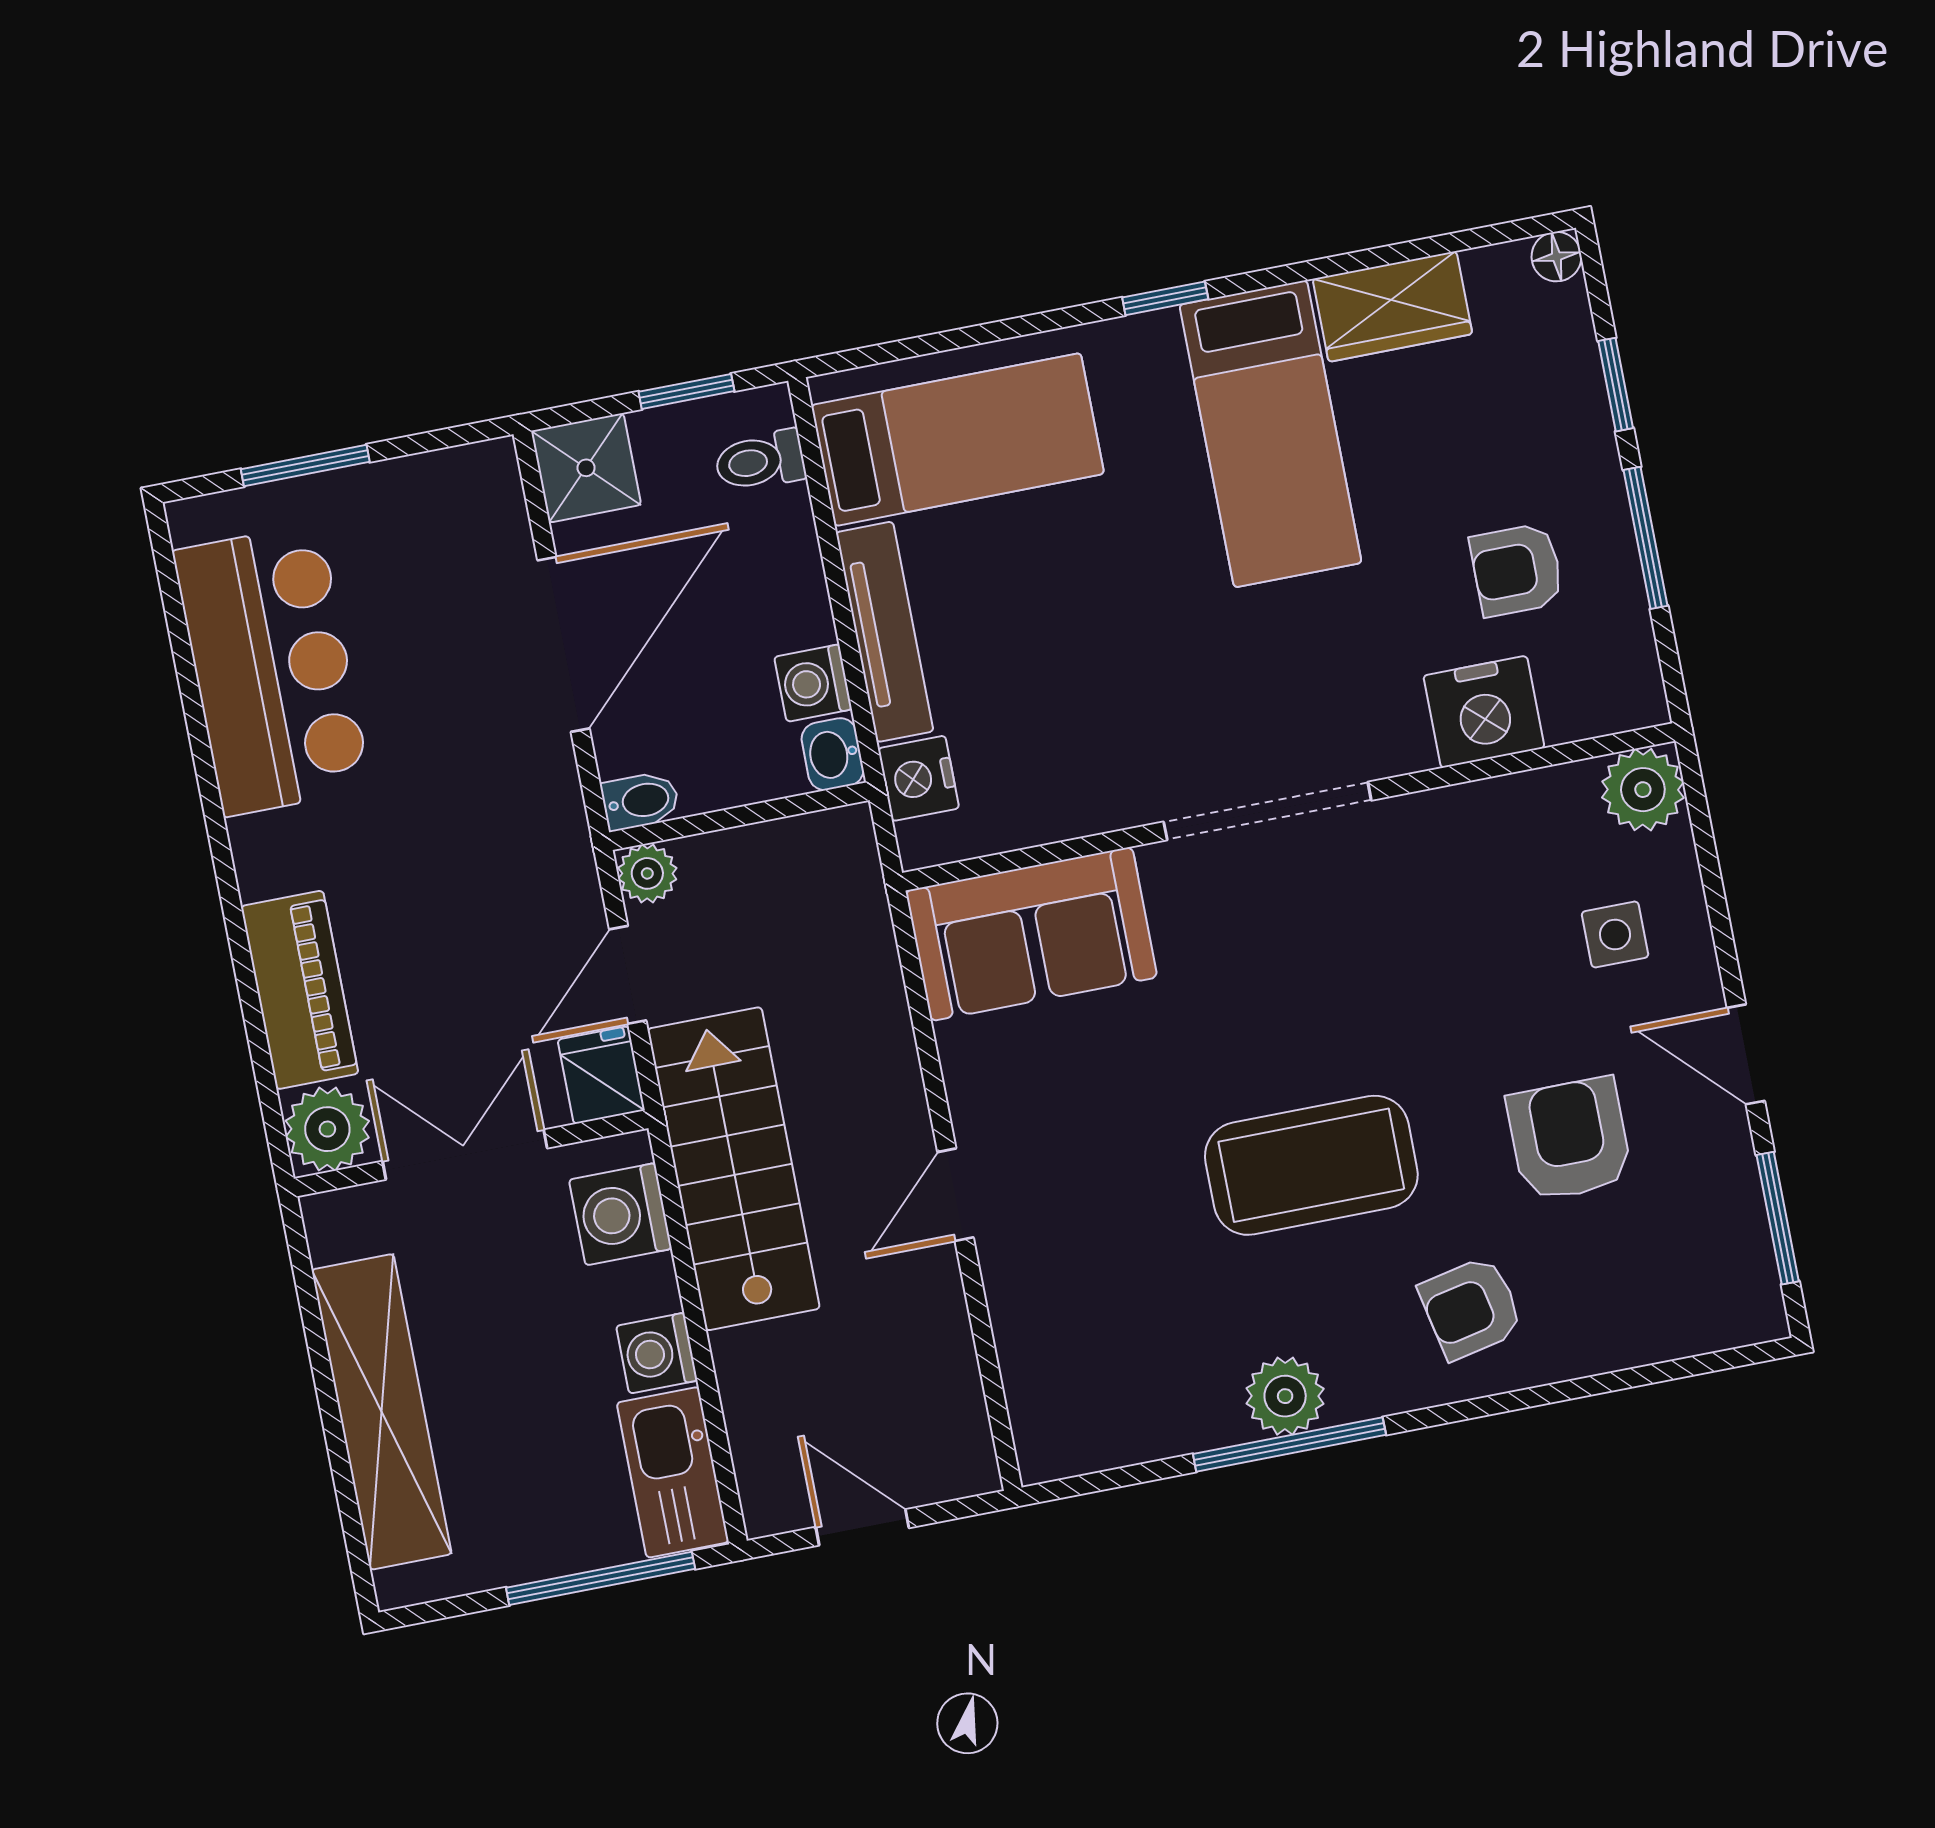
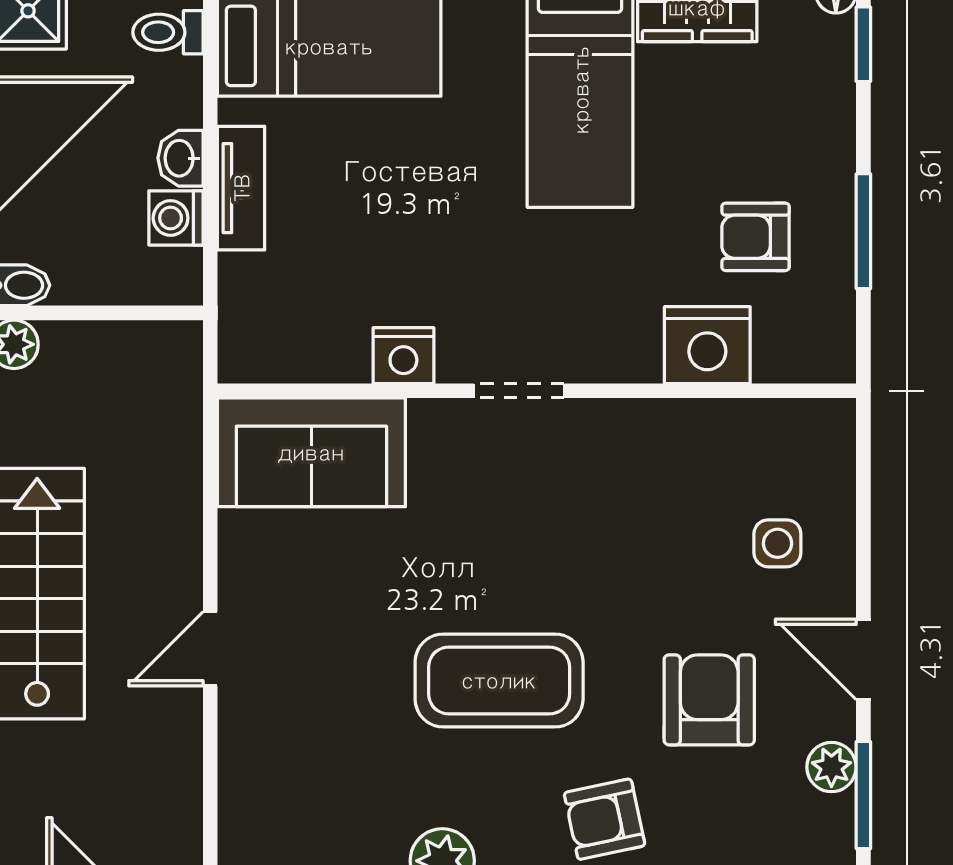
window: (1616, 385) -> (863, 44), moved
tv unit: (885, 632) -> (241, 188), width x0.71
washbasin: (833, 754) -> (181, 158), moved
nightstand: (919, 778) -> (403, 356), moved, turned -90
plant: (1643, 790) -> (831, 767), moved, width x0.73, depth x0.73
doorway: (1267, 811) -> (519, 391), width x0.53

